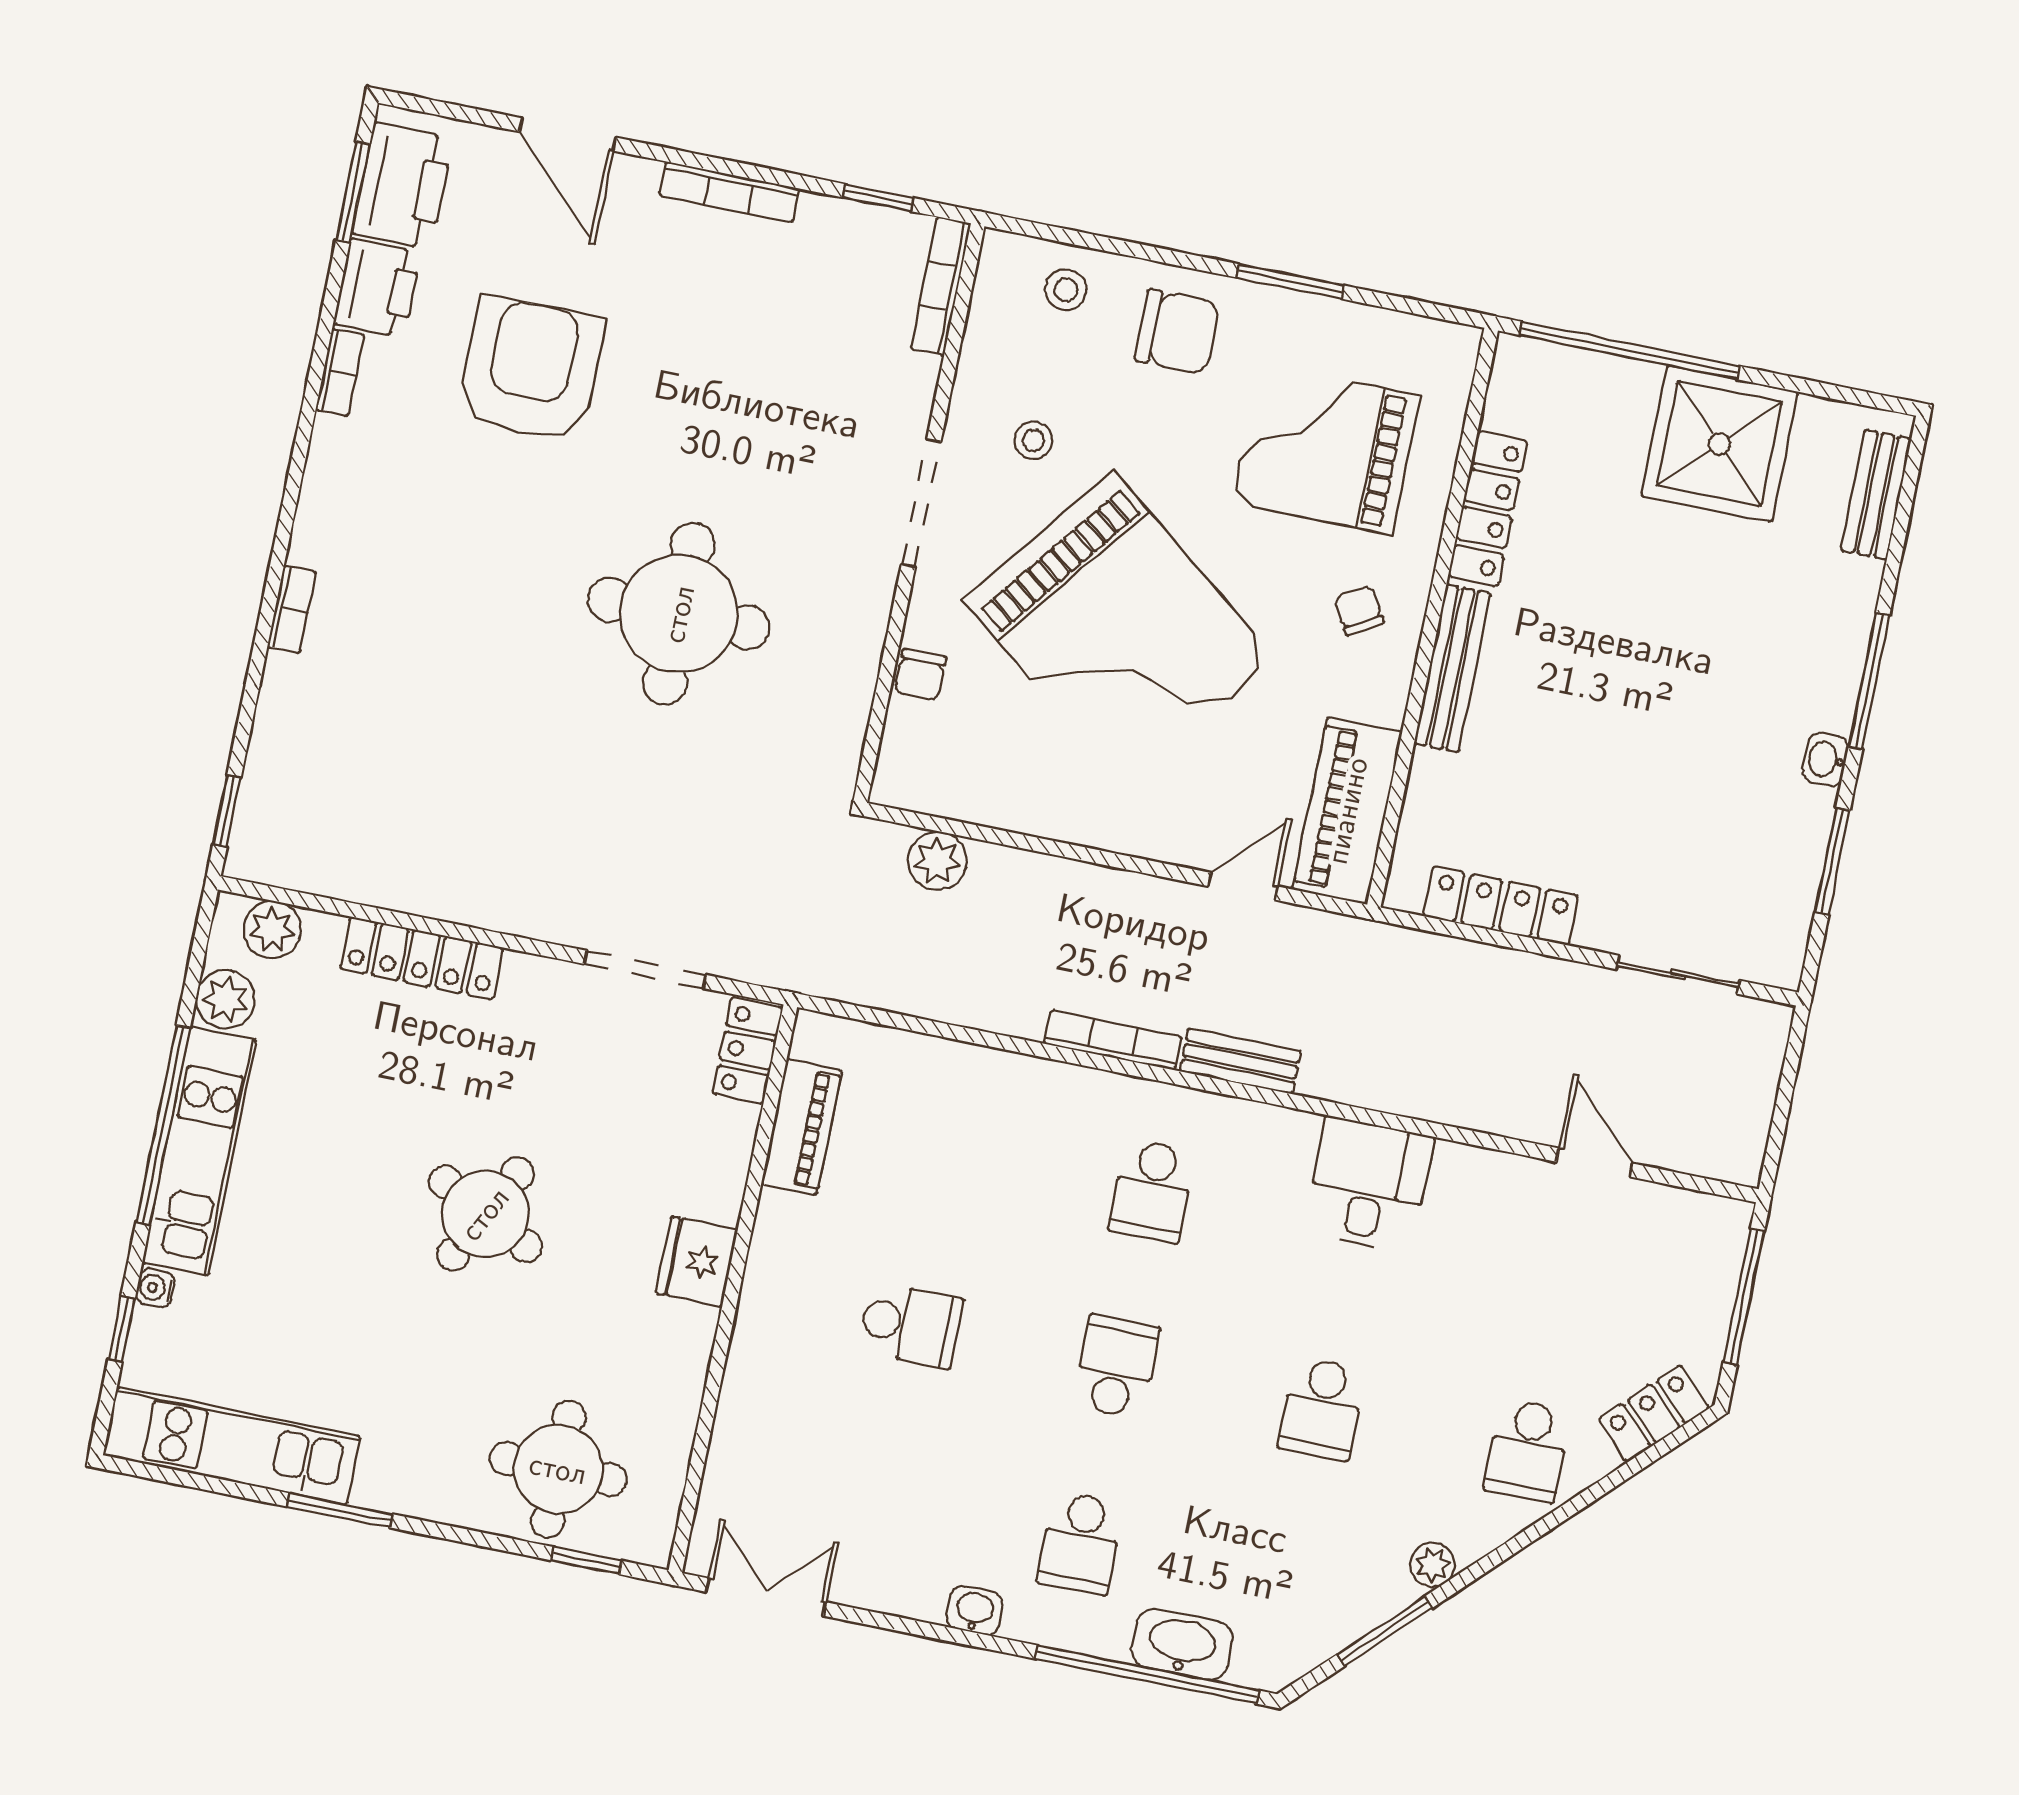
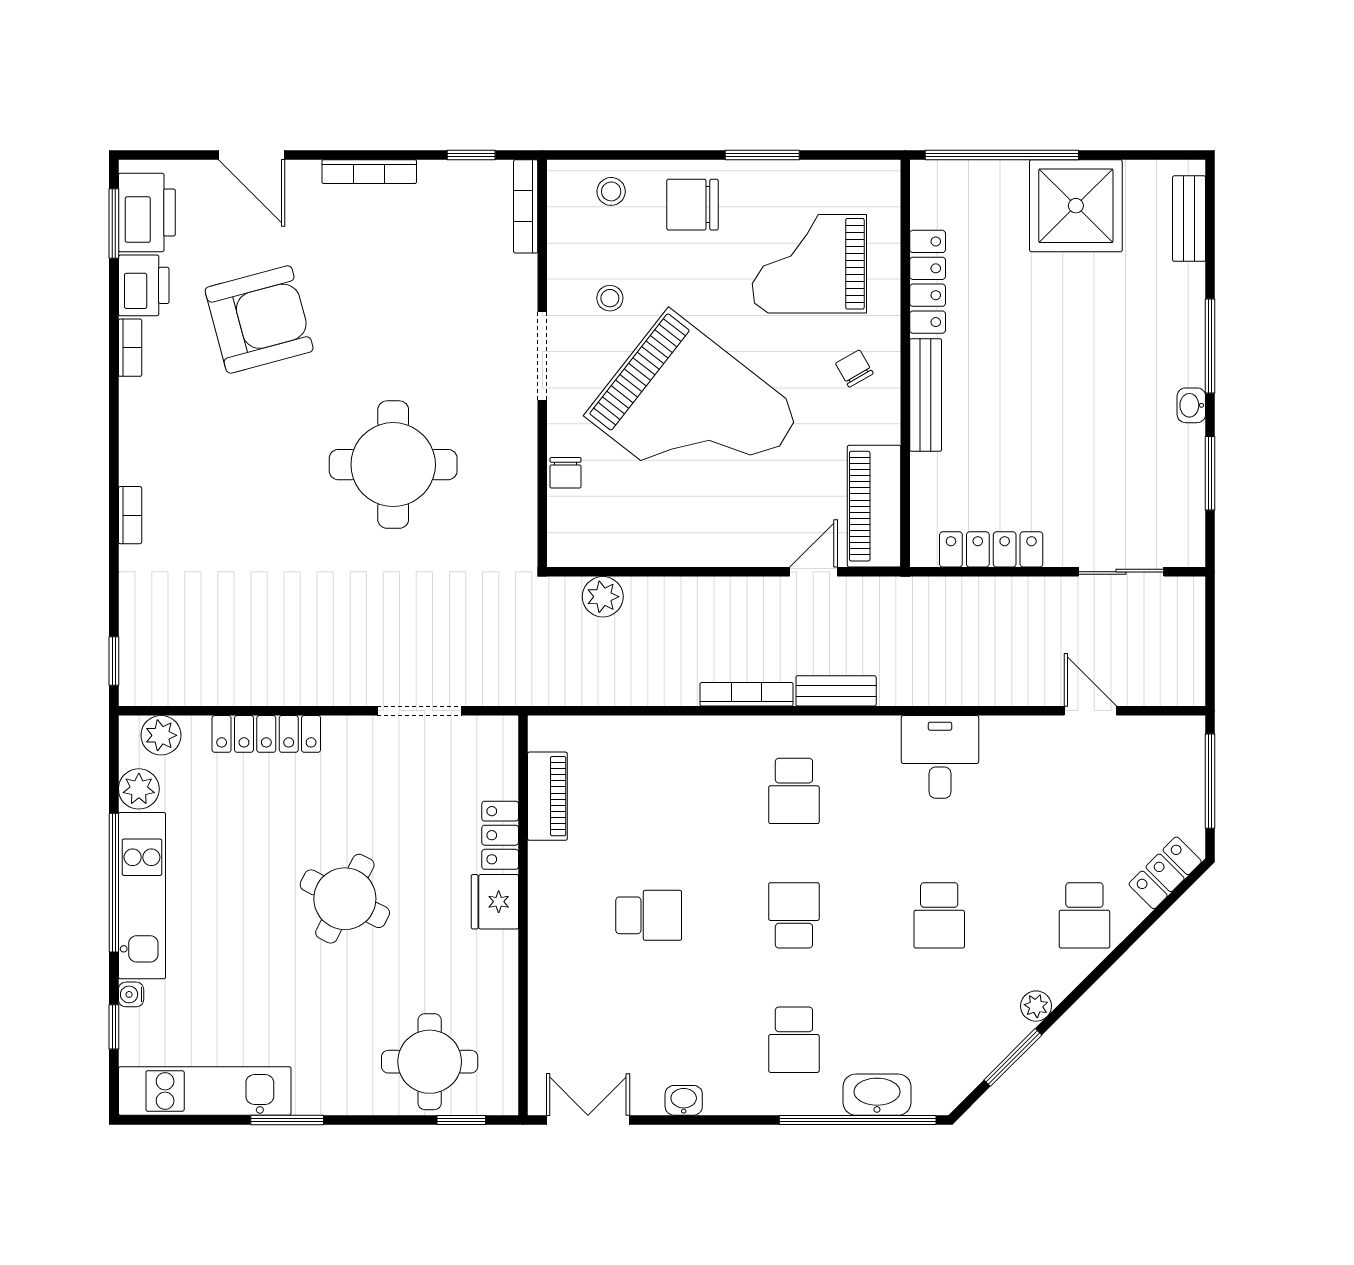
chair: (1177, 332) -> (692, 205), turned 180
armchair: (531, 370) -> (259, 319), turned 75
locker: (748, 1050) -> (500, 835), moved
washbasin: (975, 1611) -> (684, 1100), moved

